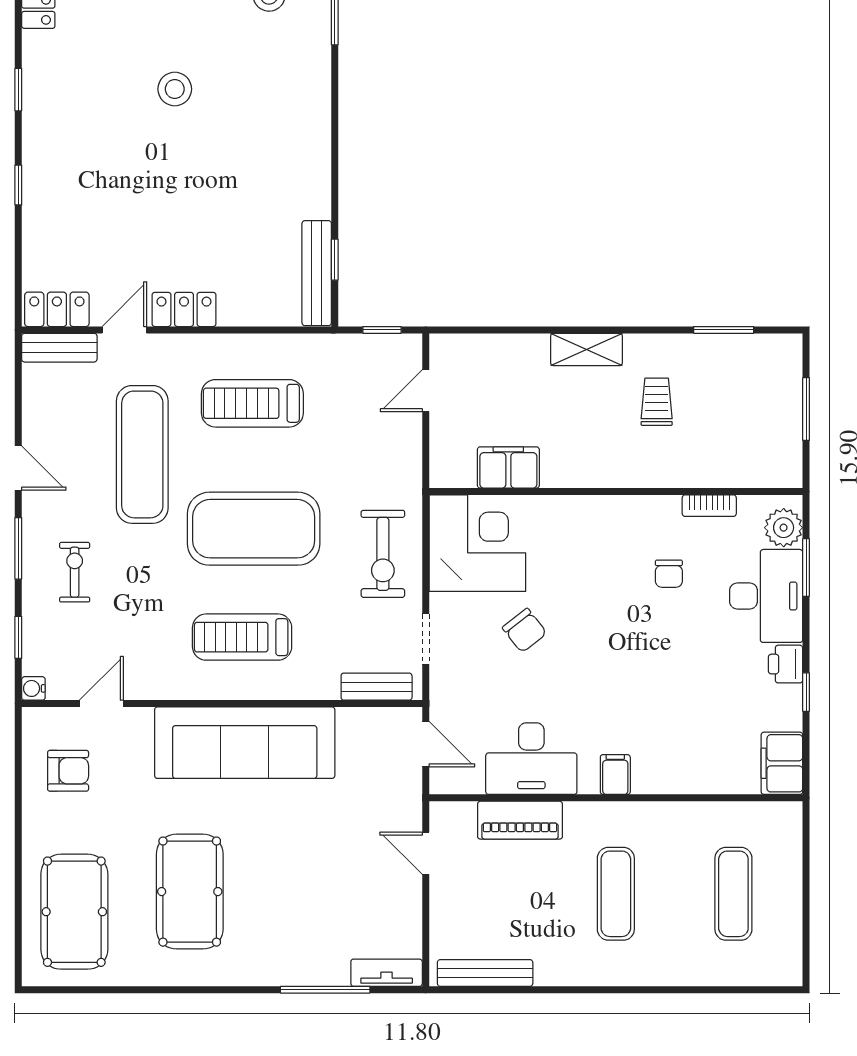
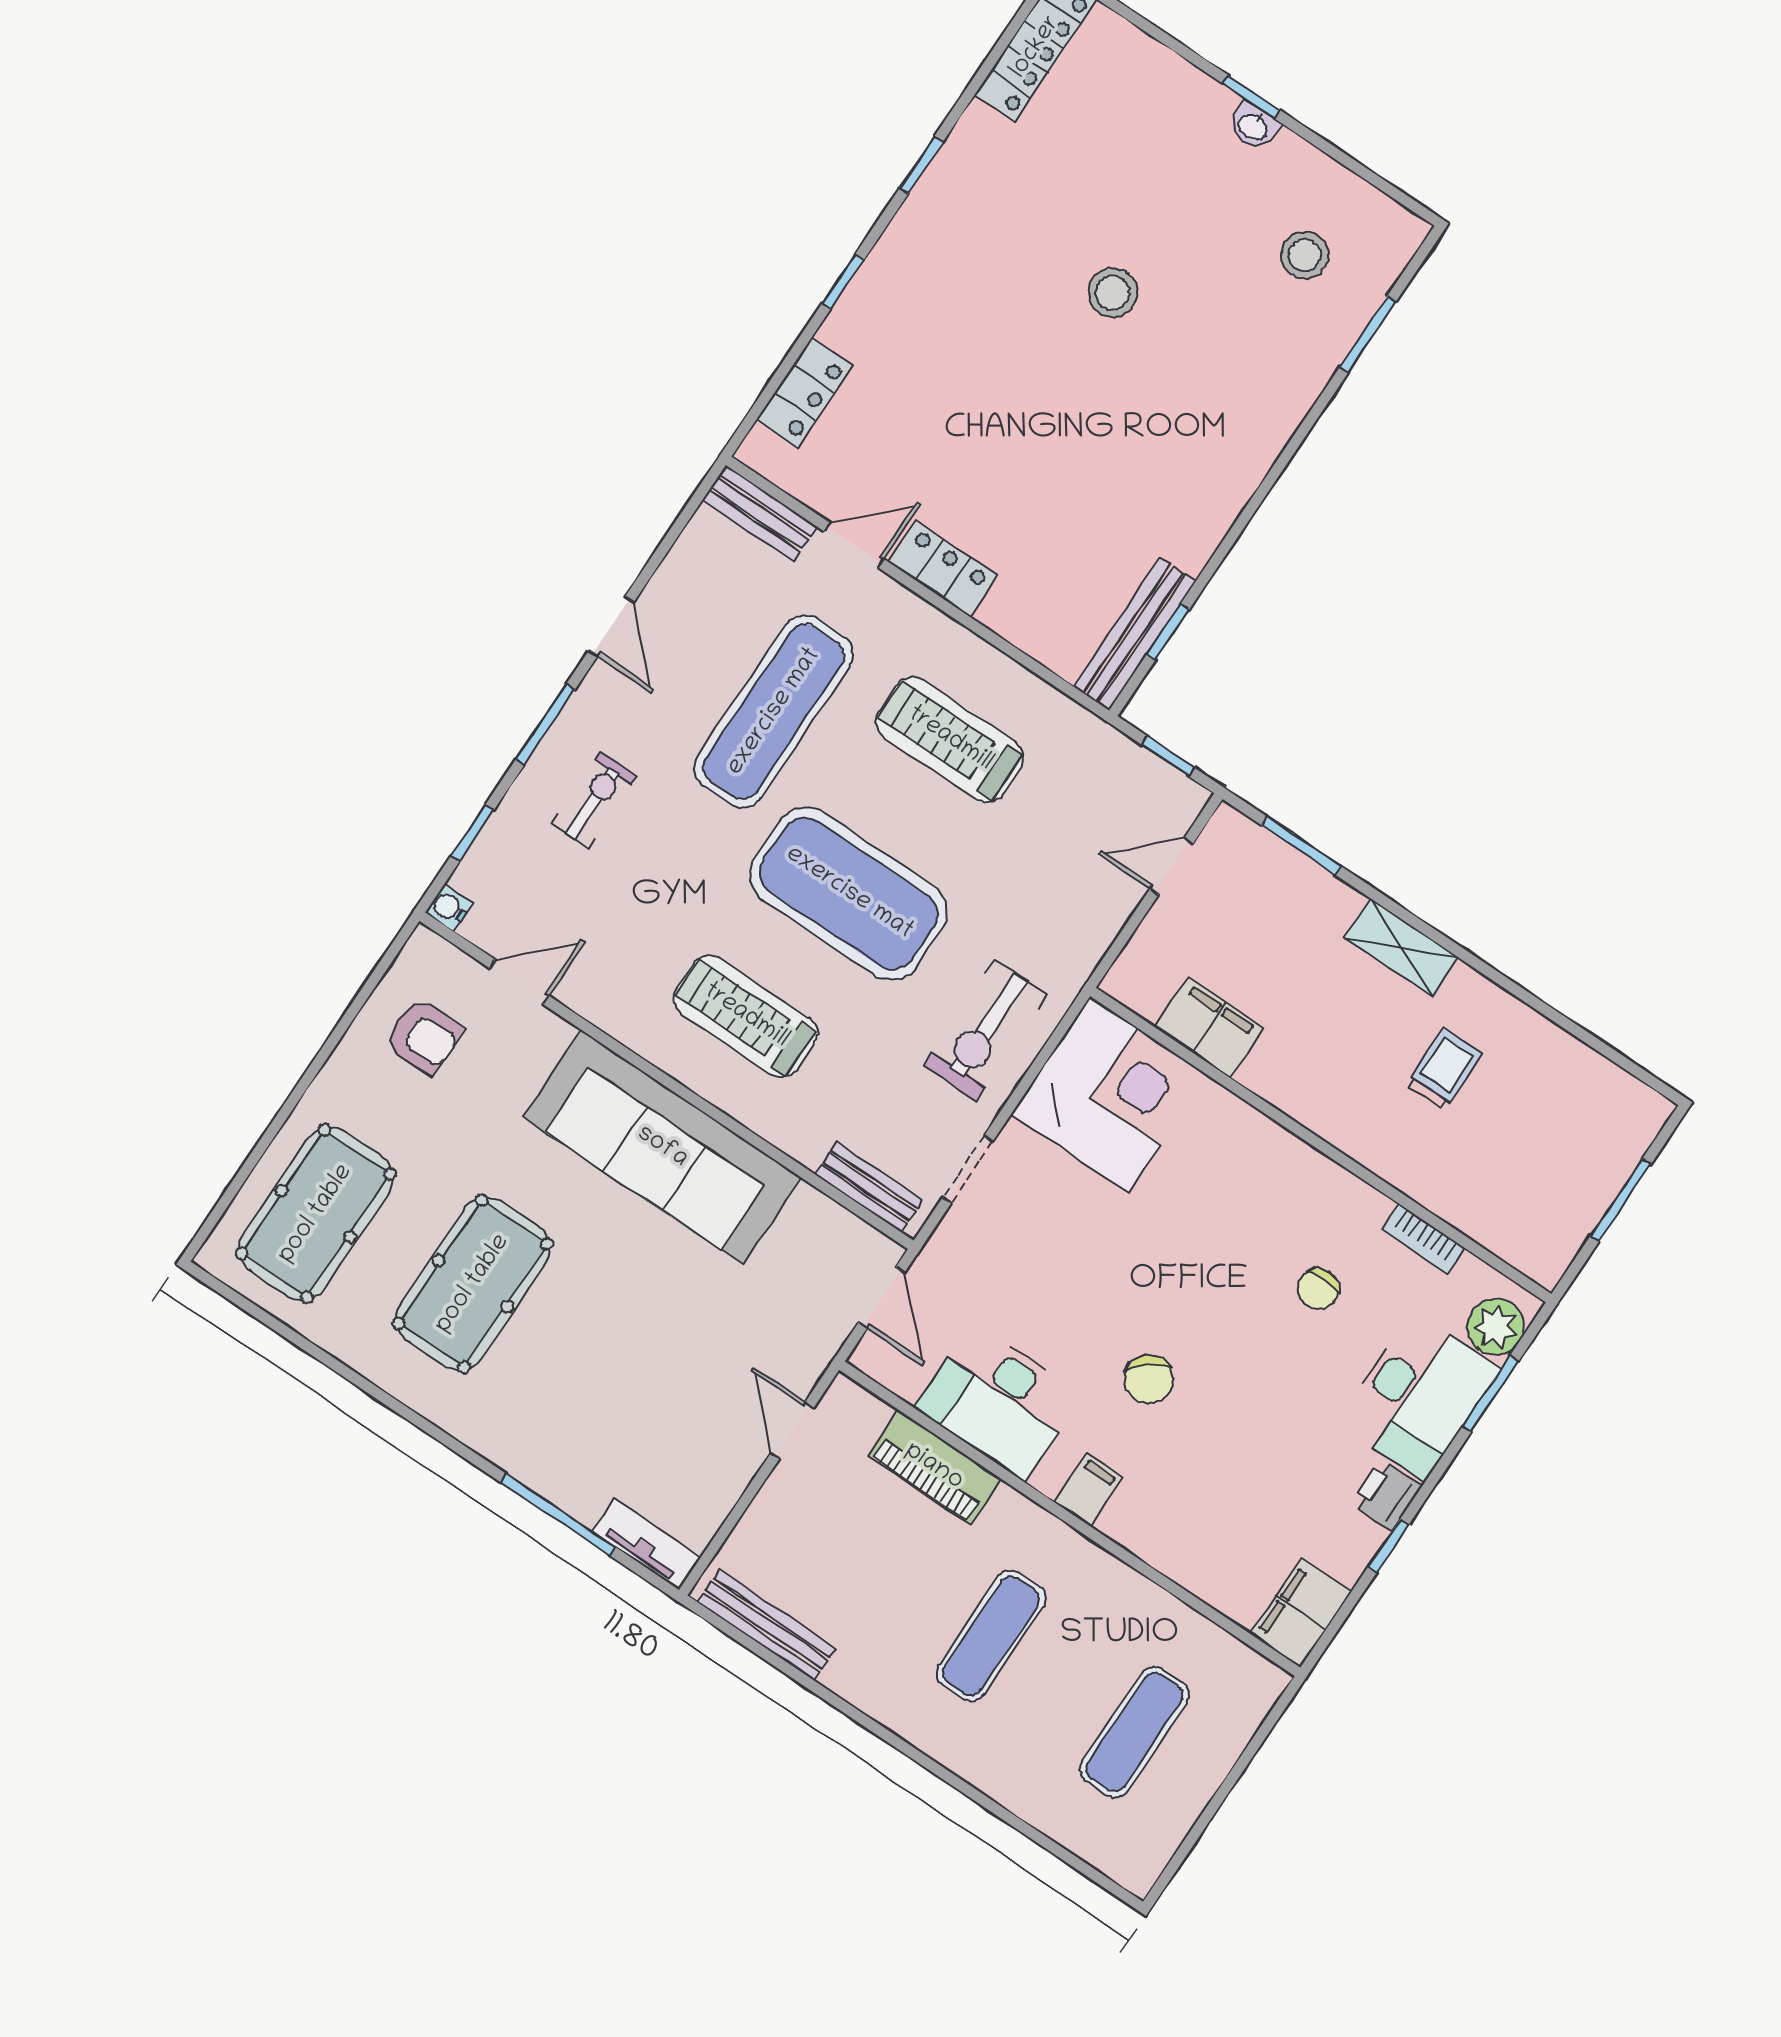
locker: (57, 309) -> (805, 393), moved, turned 90
window: (724, 330) -> (1301, 846), moved
chair: (525, 630) -> (1149, 1379), moved

